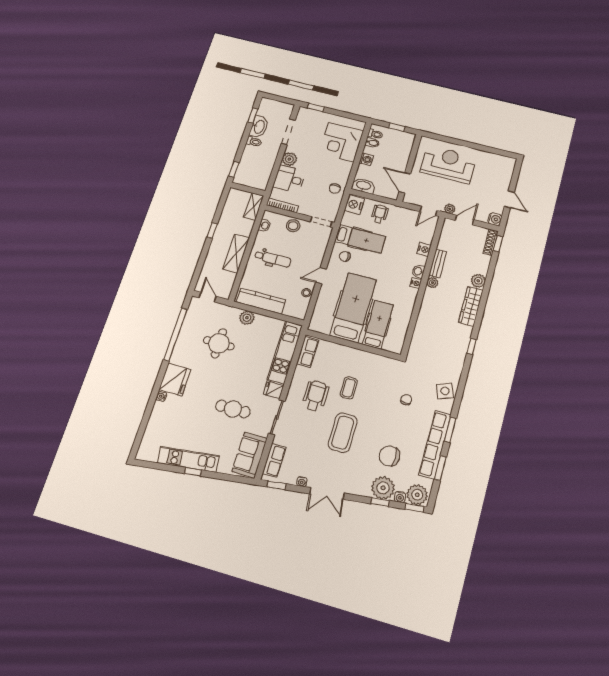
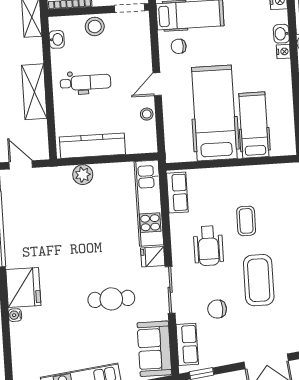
round table: (219, 343) -> (60, 221), removed
wheelchair: (316, 396) -> (208, 246), turned 180
chair: (305, 443) -> (217, 309), added
water cooler: (302, 482) -> (230, 358), removed

